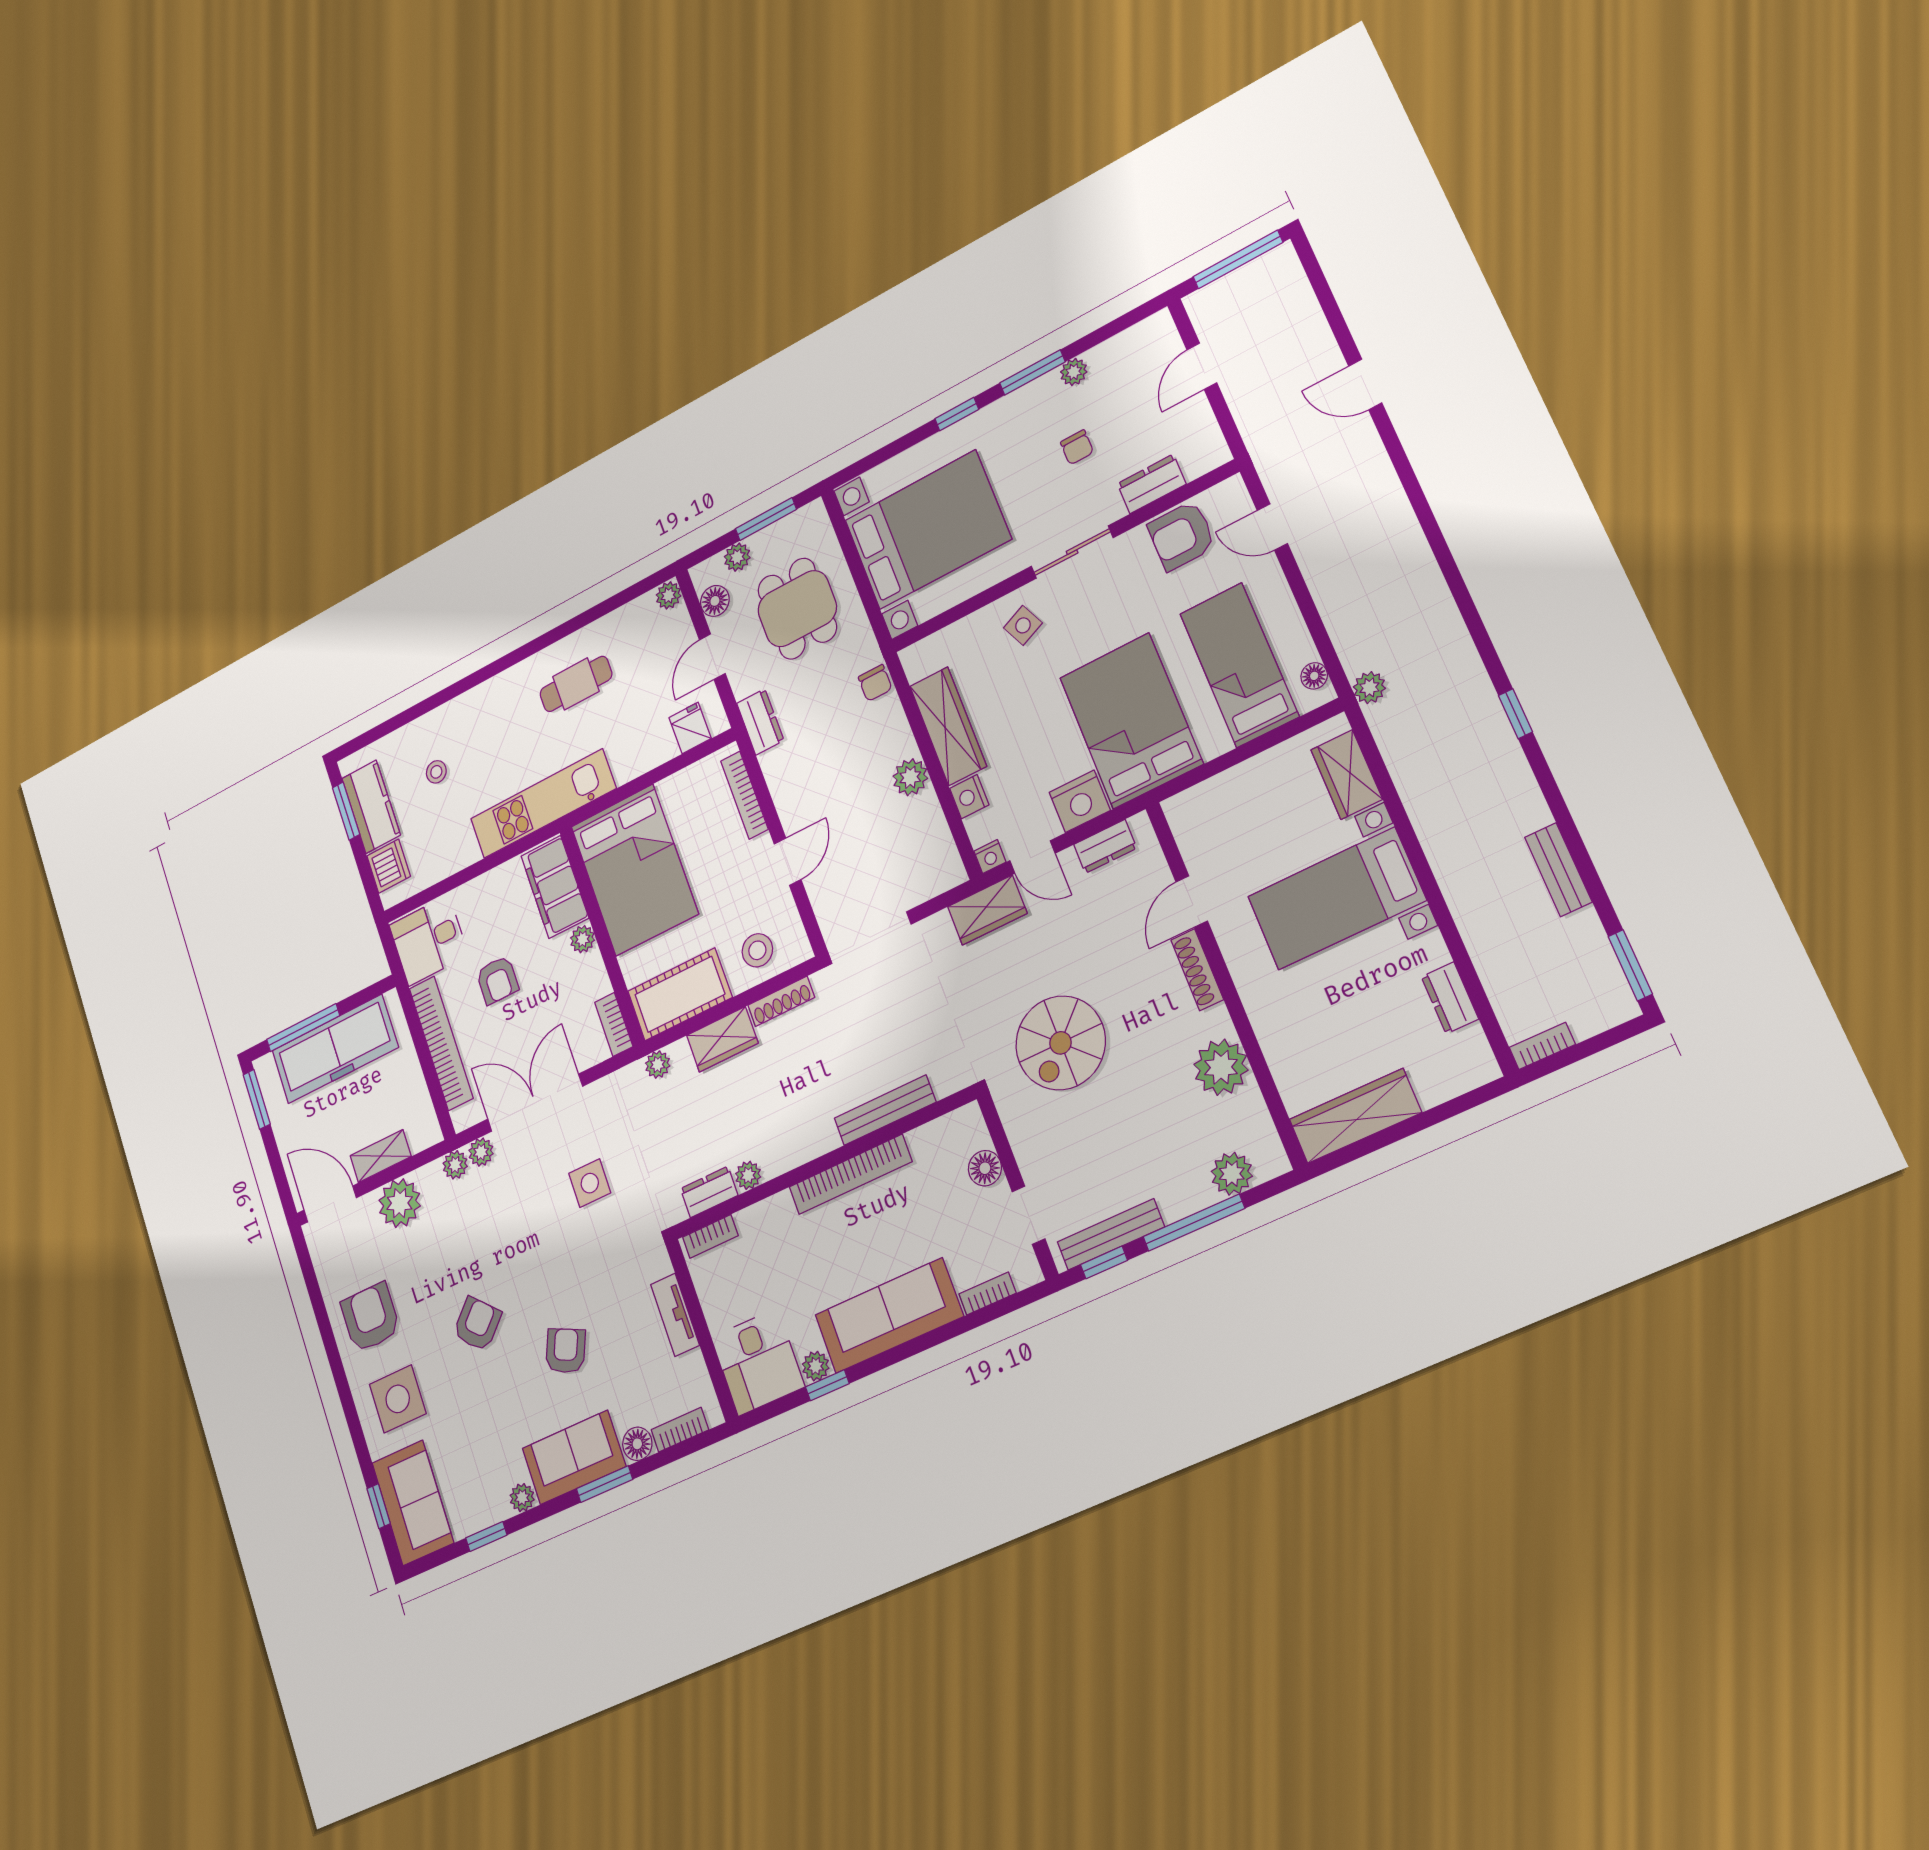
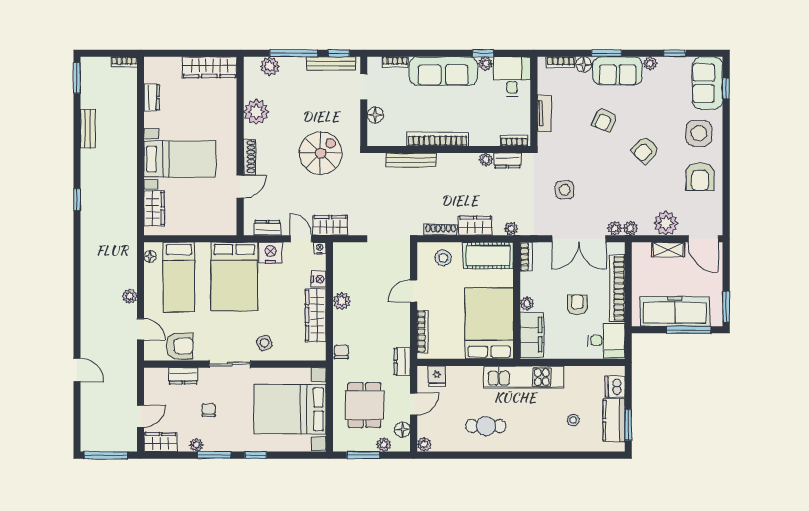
wardrobe: (1143, 340) -> (161, 442), added
plant: (1369, 688) -> (130, 296), moved

